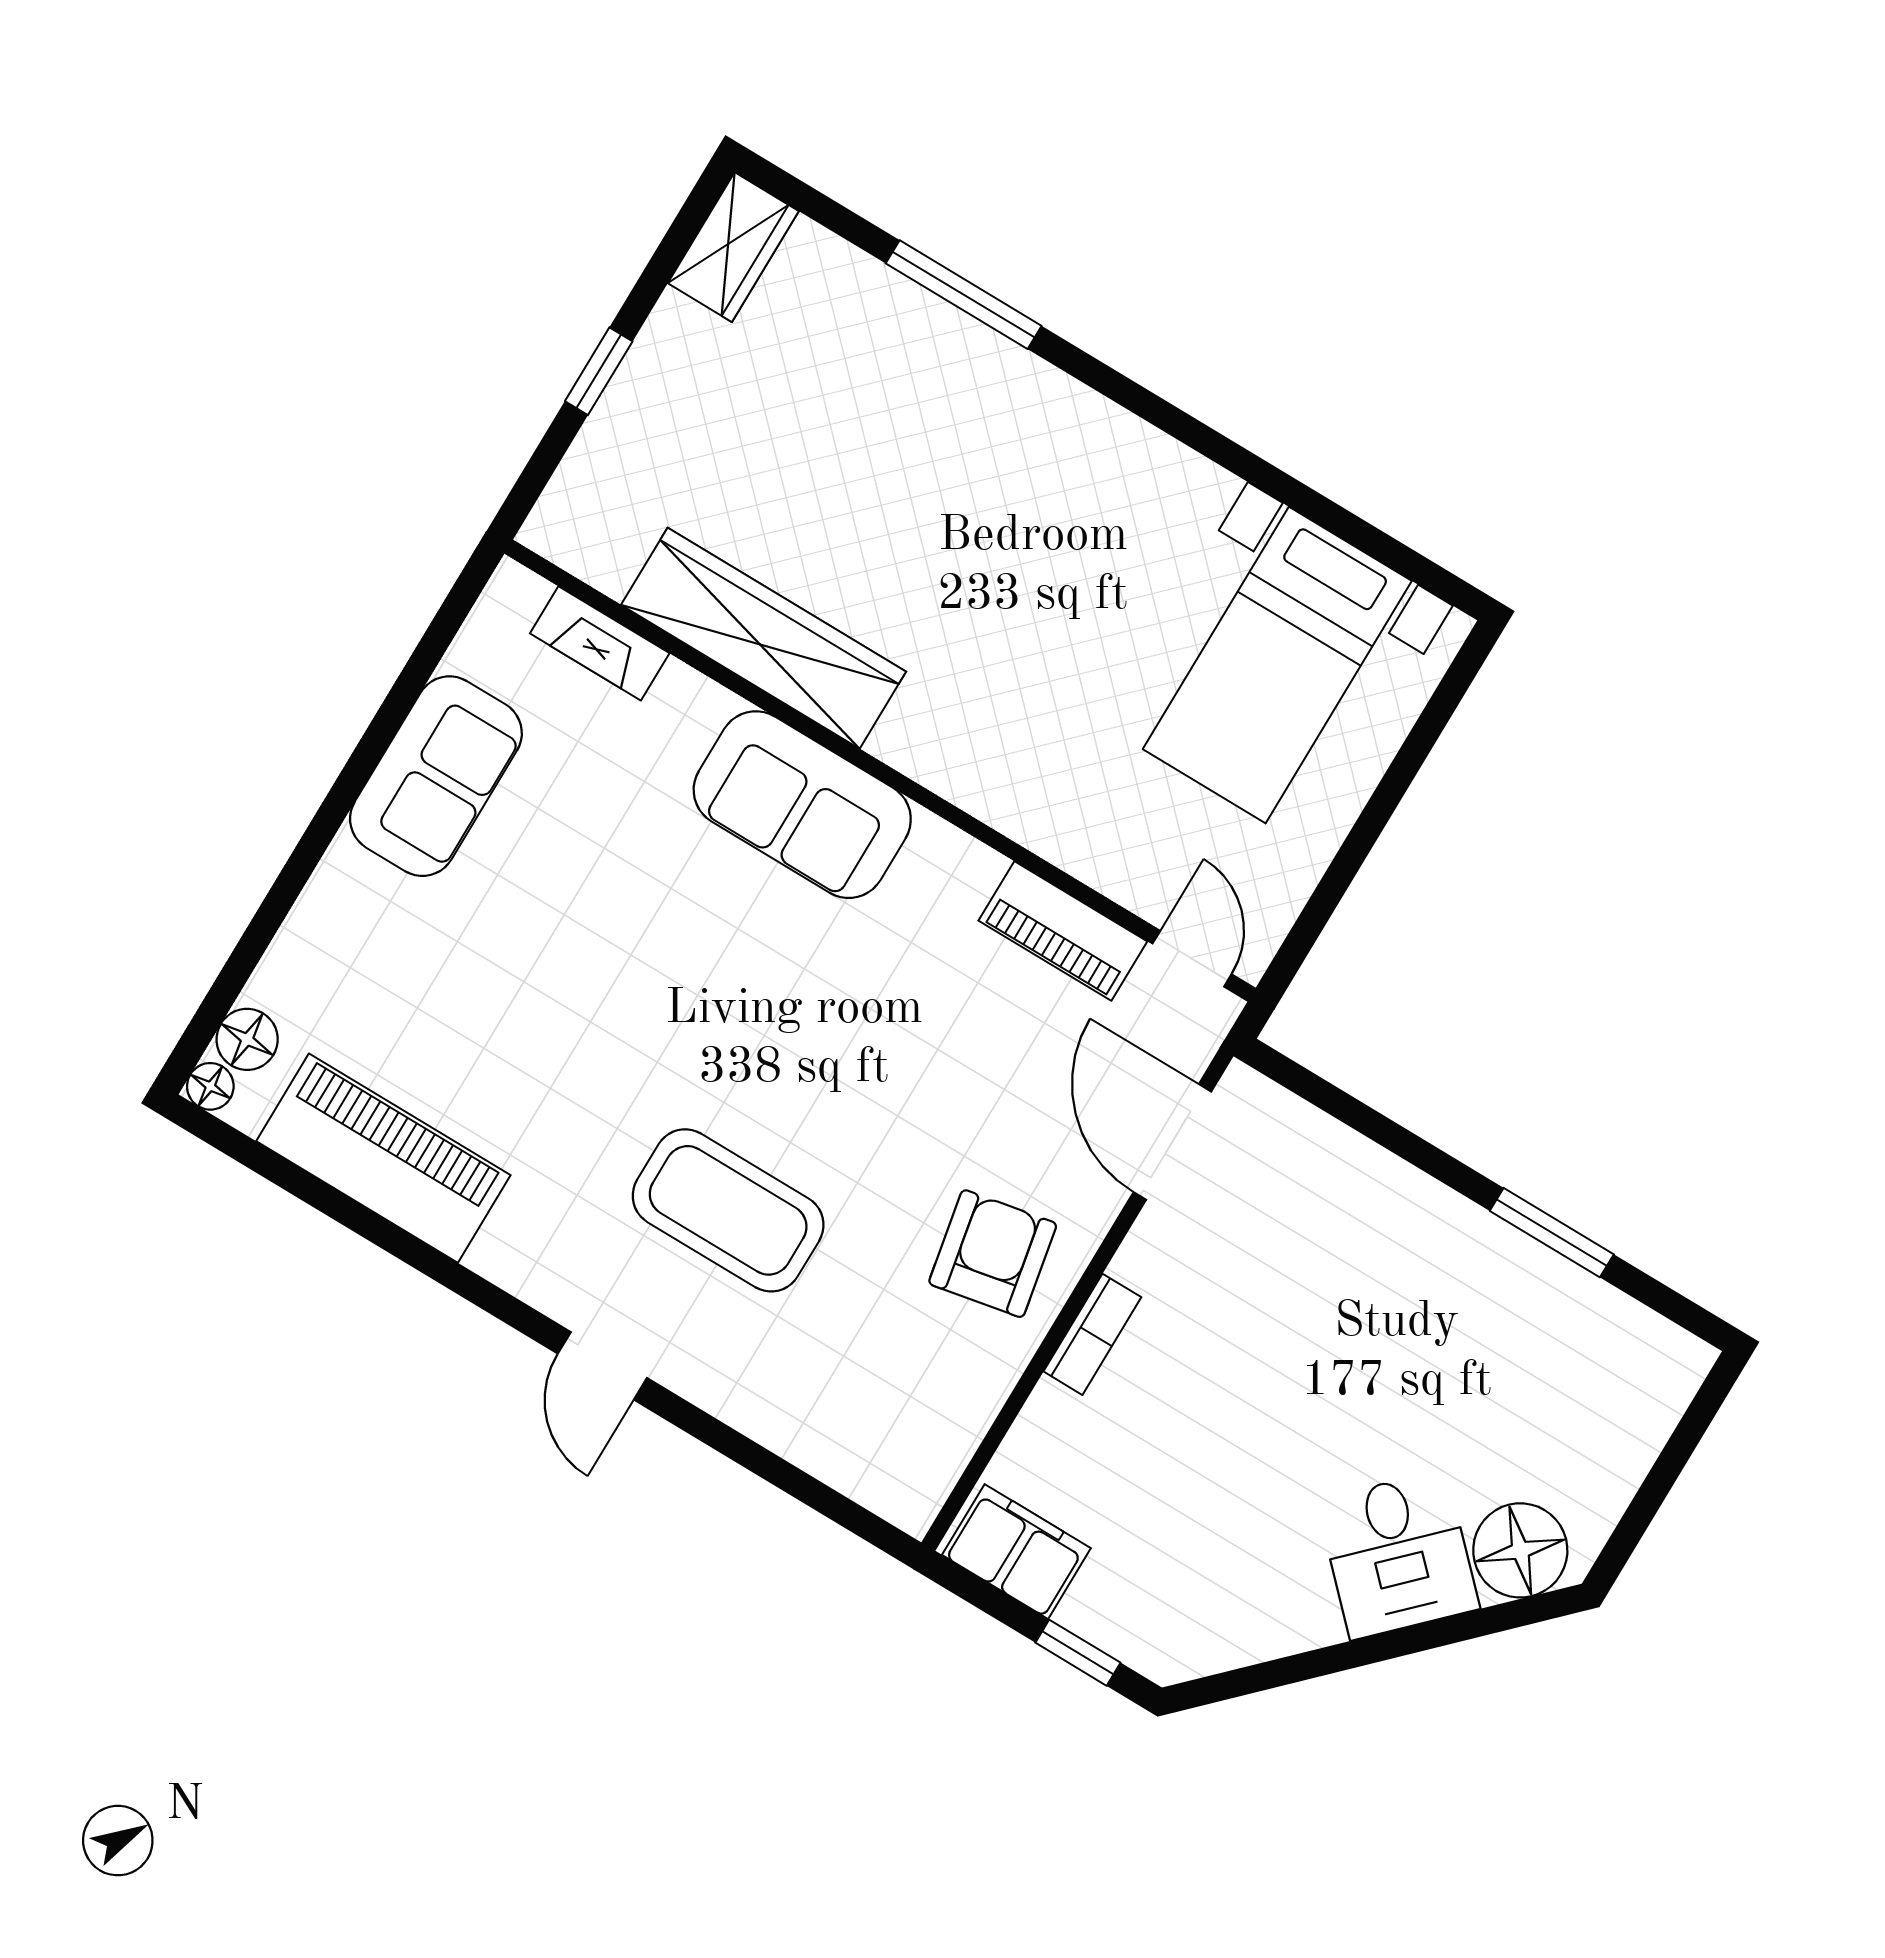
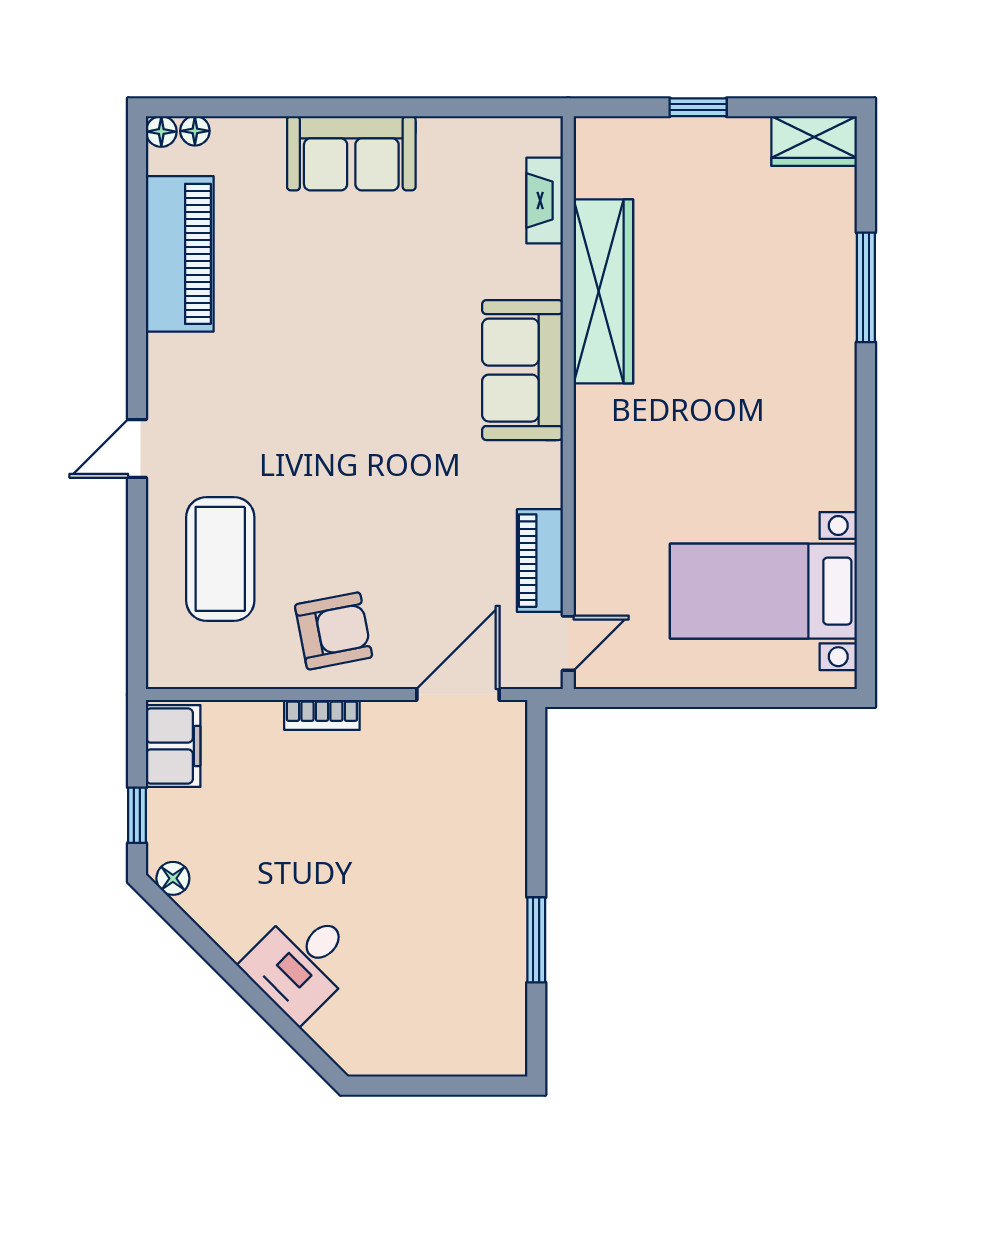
sofa: (436, 776) -> (351, 153), moved
floor lamp: (247, 1039) -> (195, 131), width x0.73, depth x0.73
coffee table: (728, 1210) -> (220, 559), moved
floor lamp: (1520, 1550) -> (173, 878), moved, width x0.53, depth x0.53

